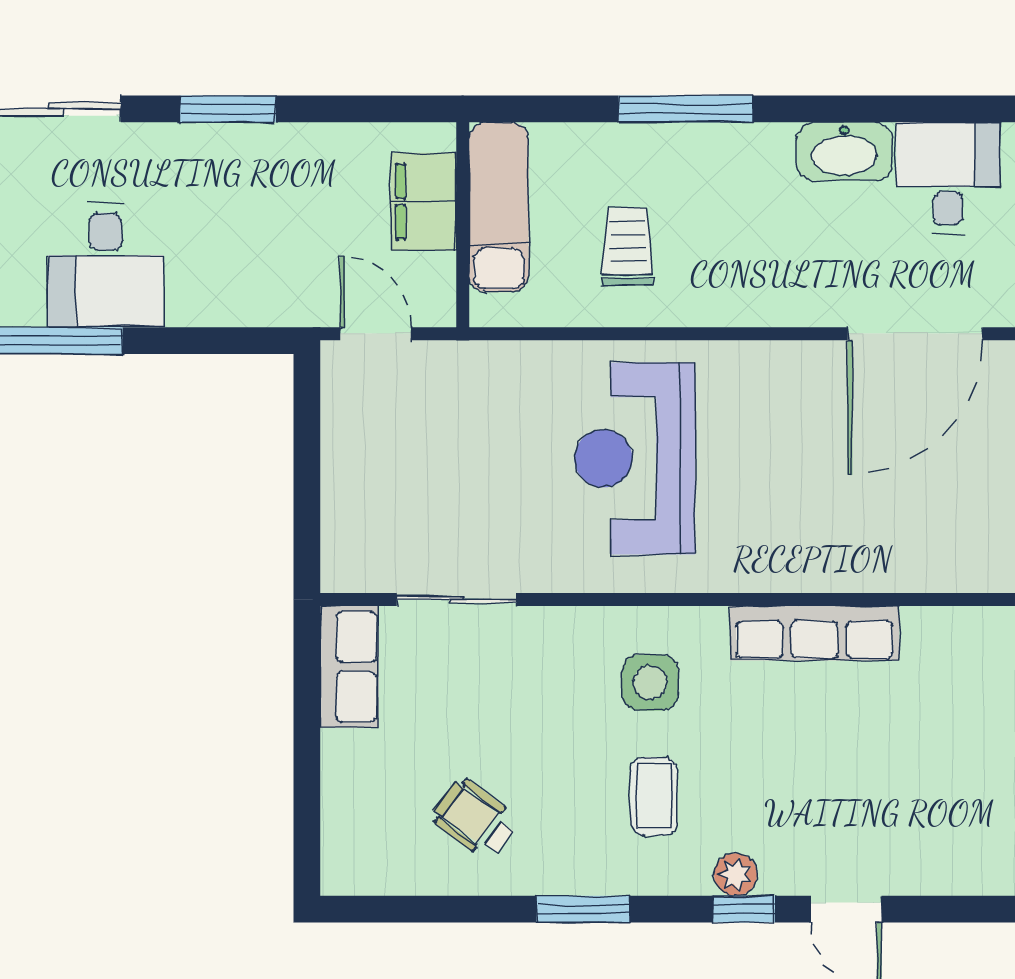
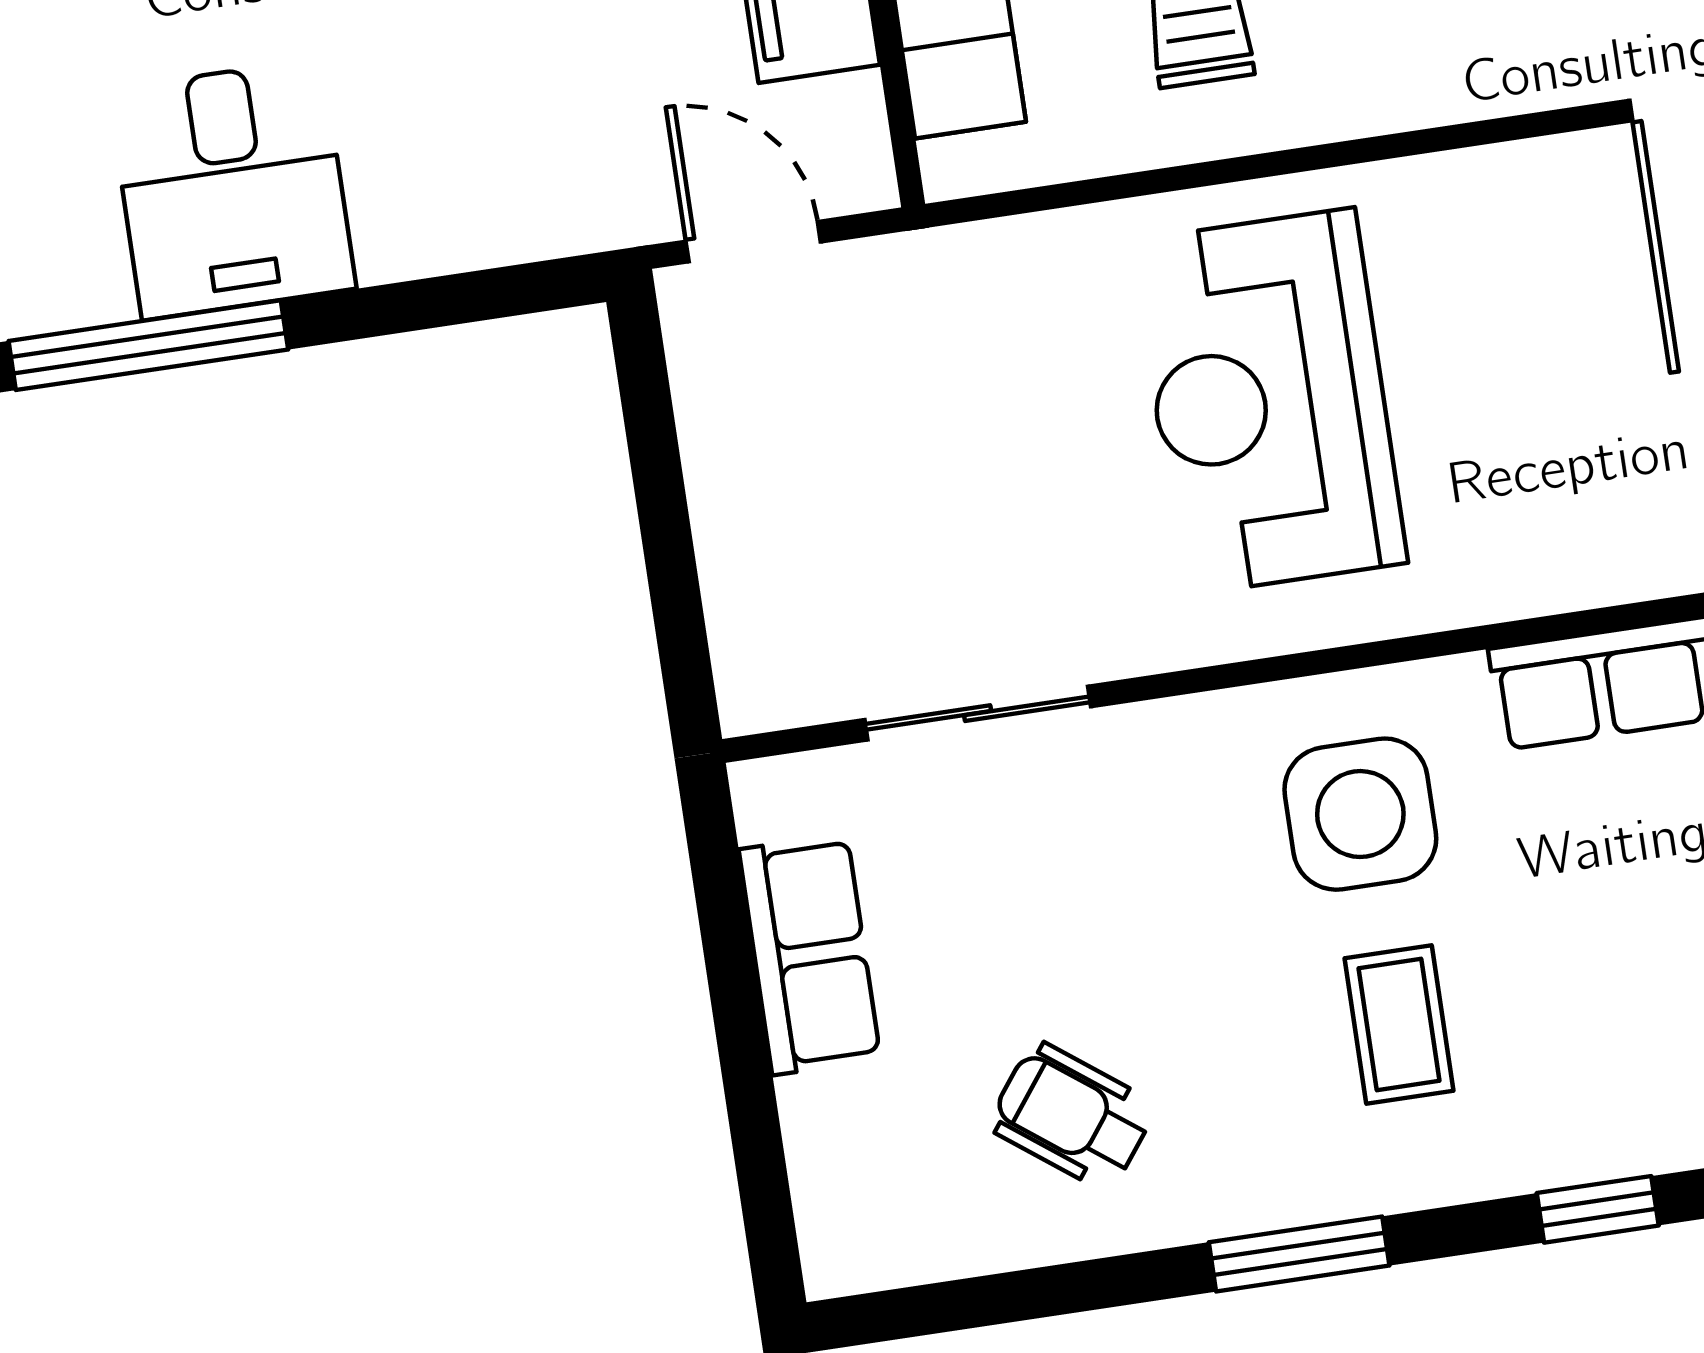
row of seats: (349, 667) -> (810, 954), moved
side table: (650, 683) -> (1360, 814), width x1.37, depth x1.37
plant: (735, 874) -> (1572, 1147), removed

